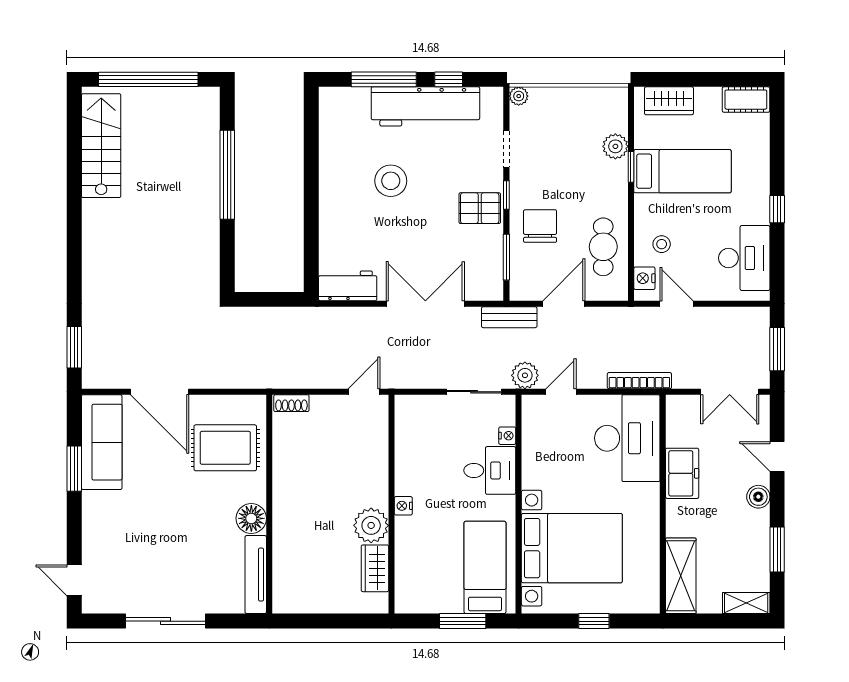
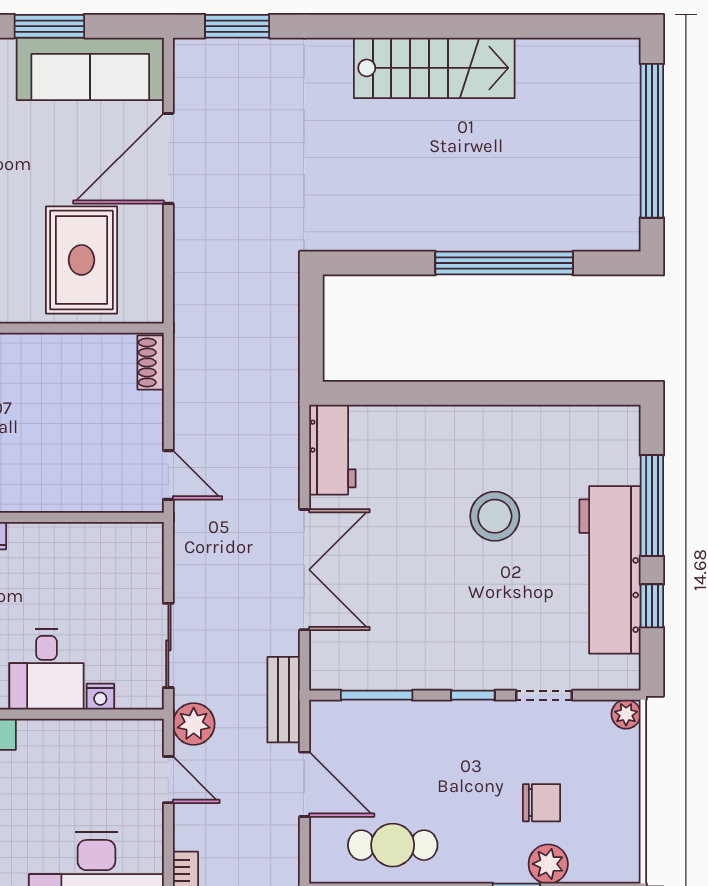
stairs: (101, 146) -> (434, 68), moved
pallet: (480, 208) -> (452, 654), removed
chair: (540, 226) -> (542, 803), moved, width x0.73, depth x0.73

